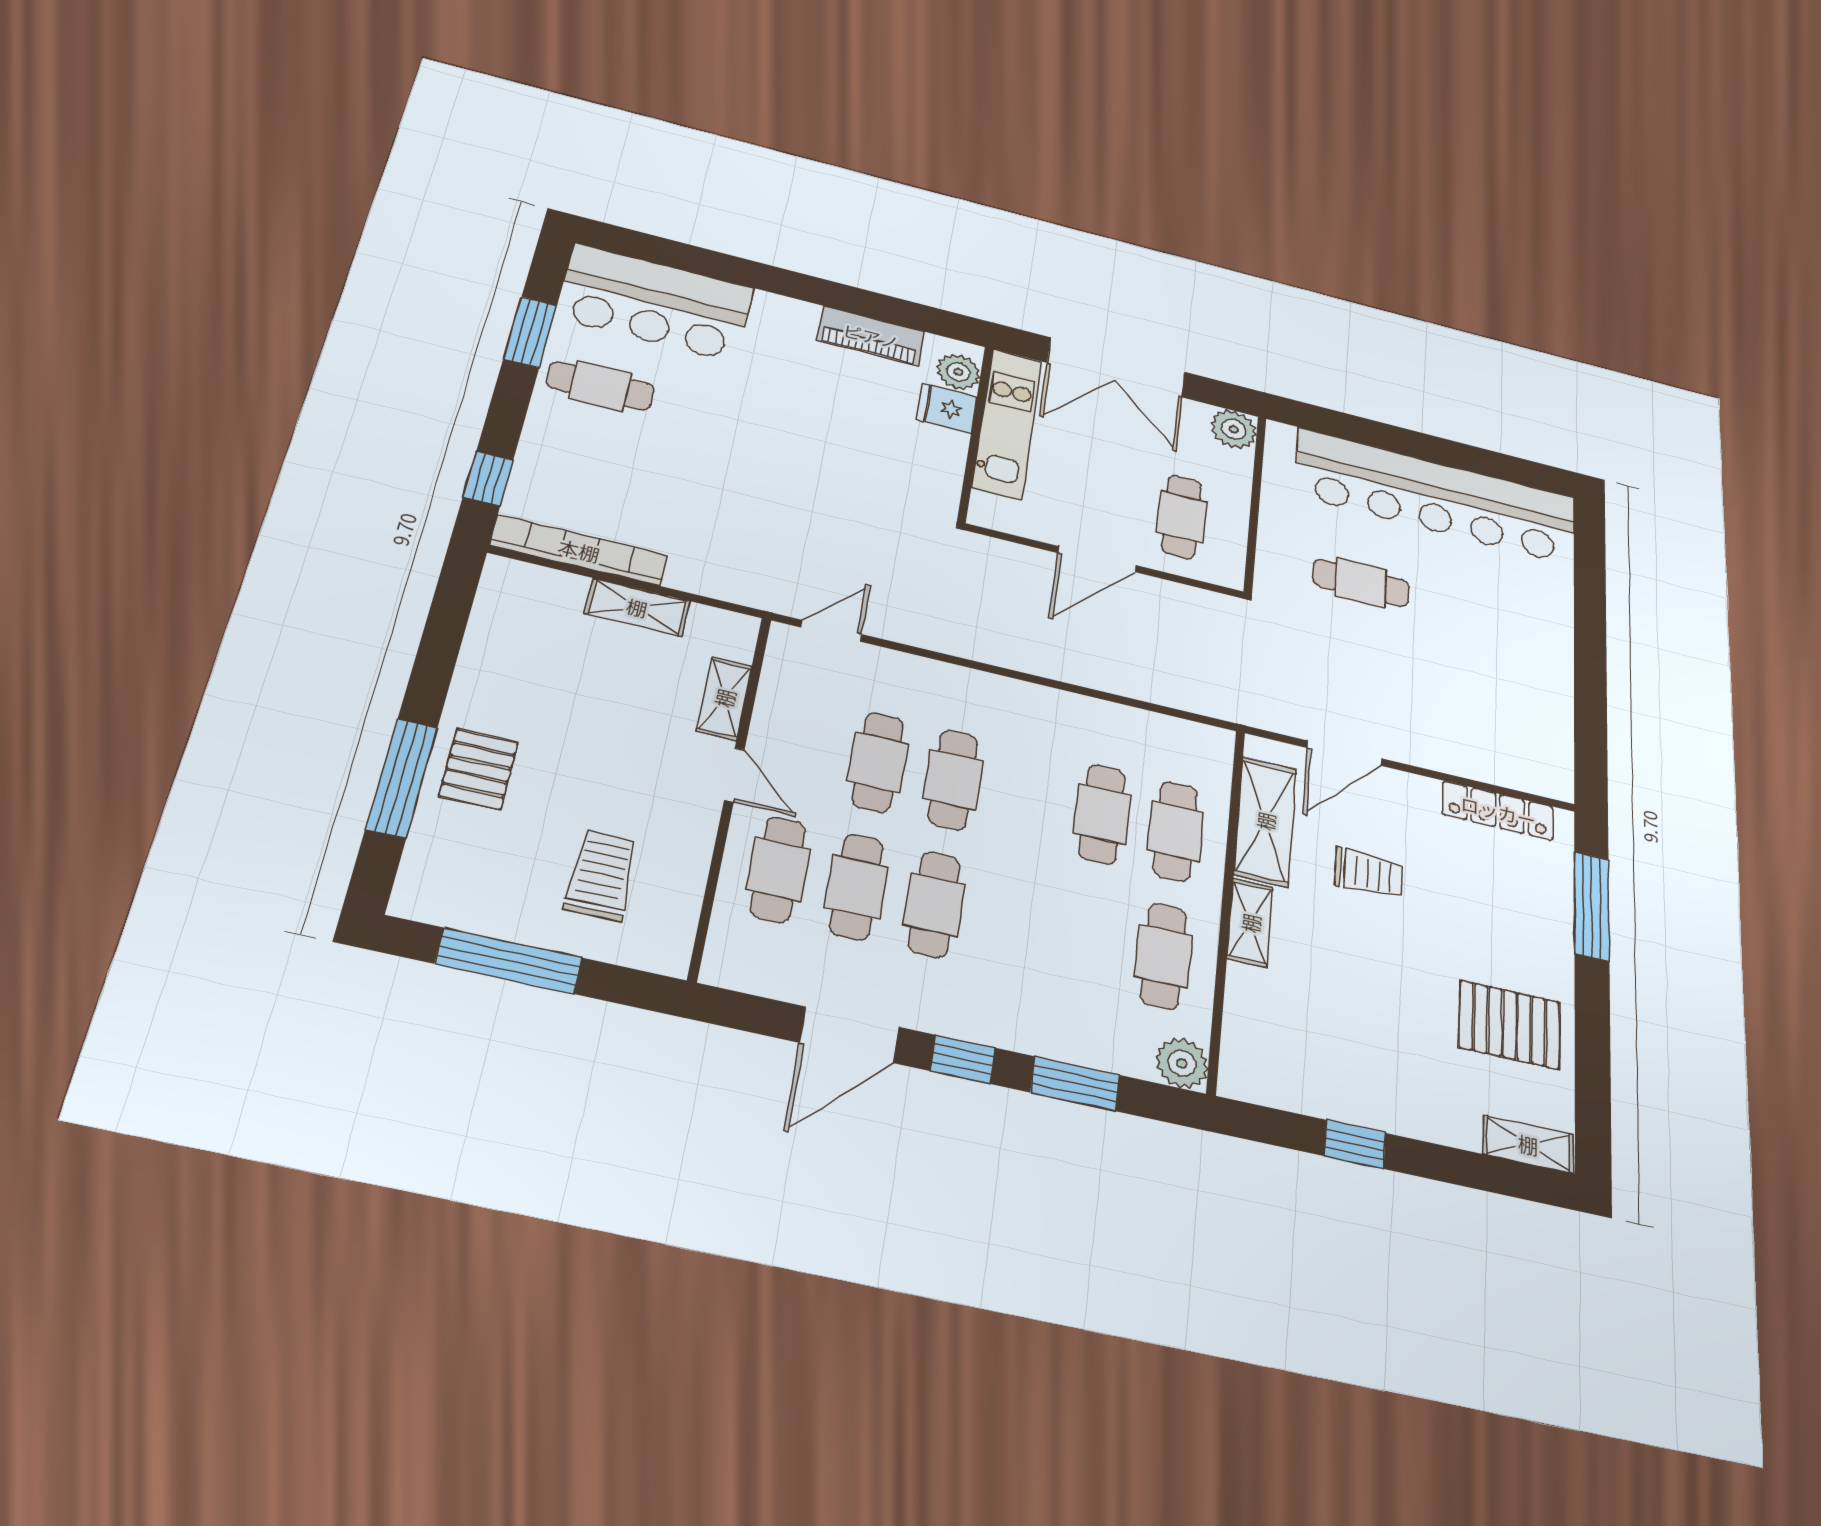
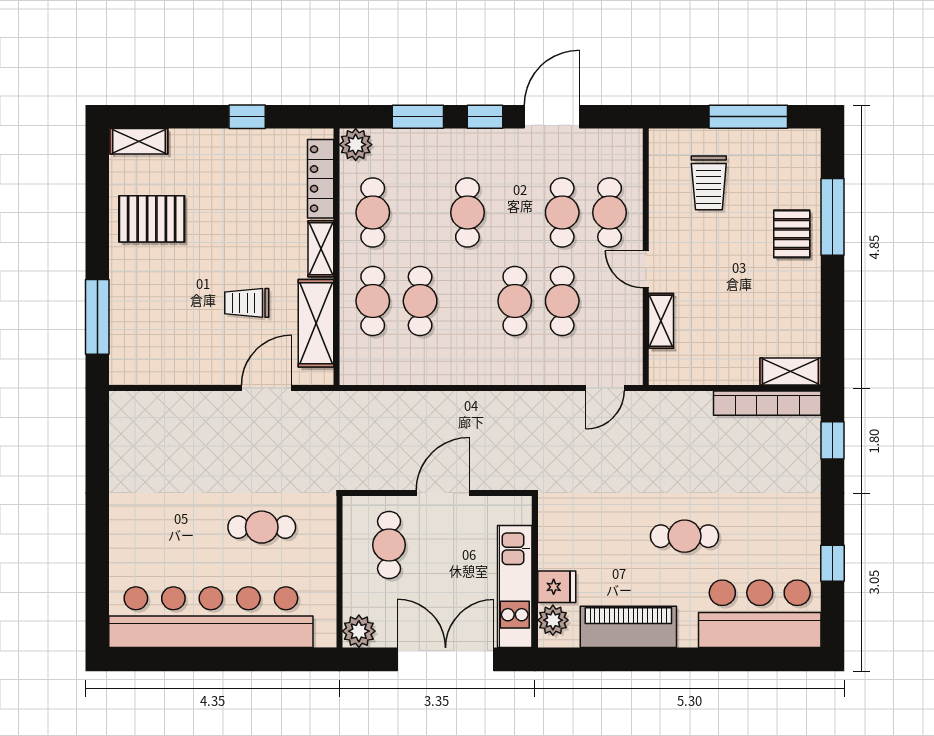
window: (530, 332) -> (832, 563), width x0.67
piano: (871, 336) -> (628, 627), width x1.37, depth x1.33
cafe table: (600, 386) -> (685, 536), moved
shelving: (637, 607) -> (790, 371), moved
locker: (1498, 811) -> (321, 179), moved, turned -90
cafe table: (934, 904) -> (467, 212), moved

